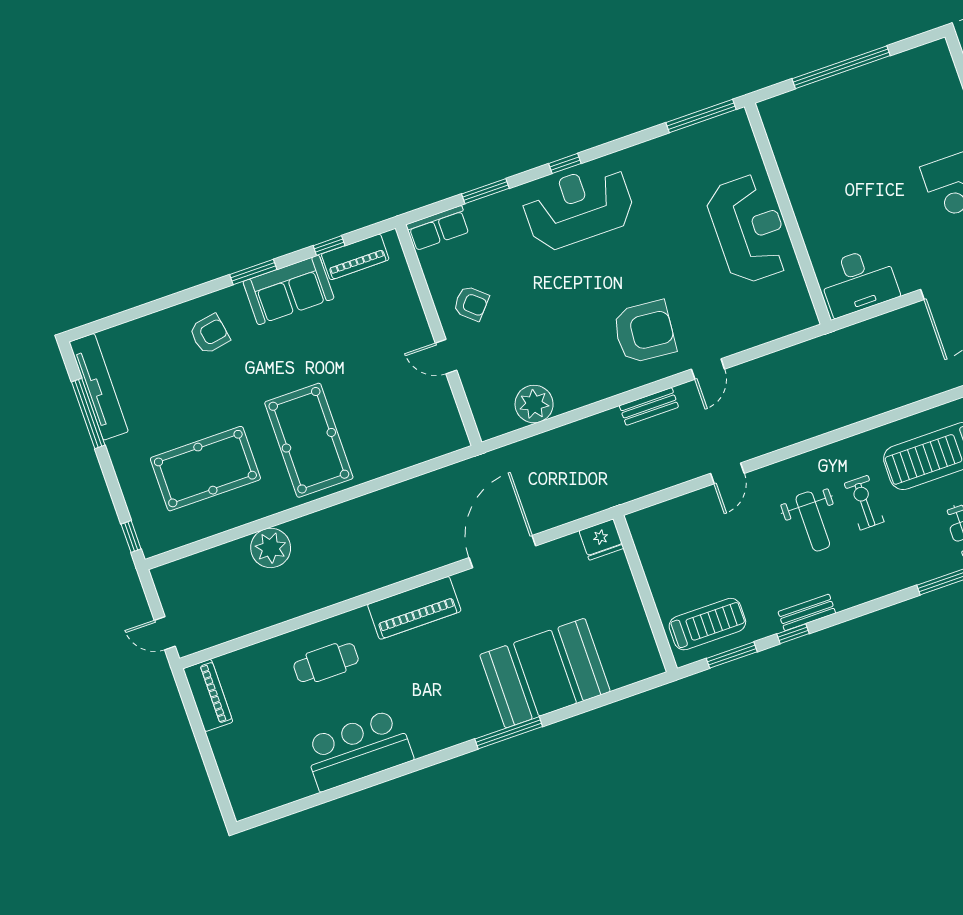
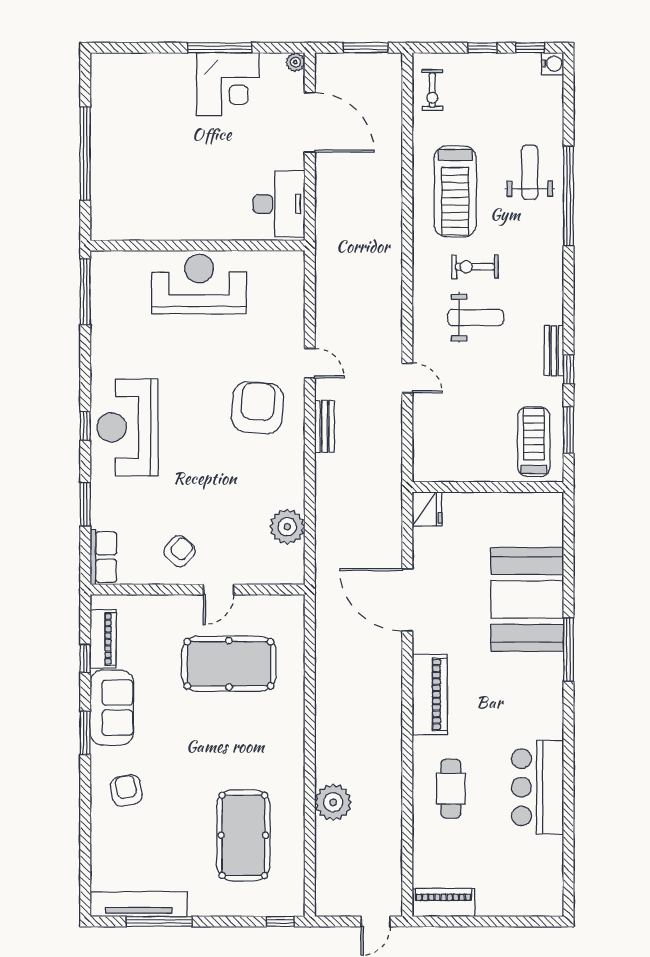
pool table: (309, 440) -> (229, 664), moved

